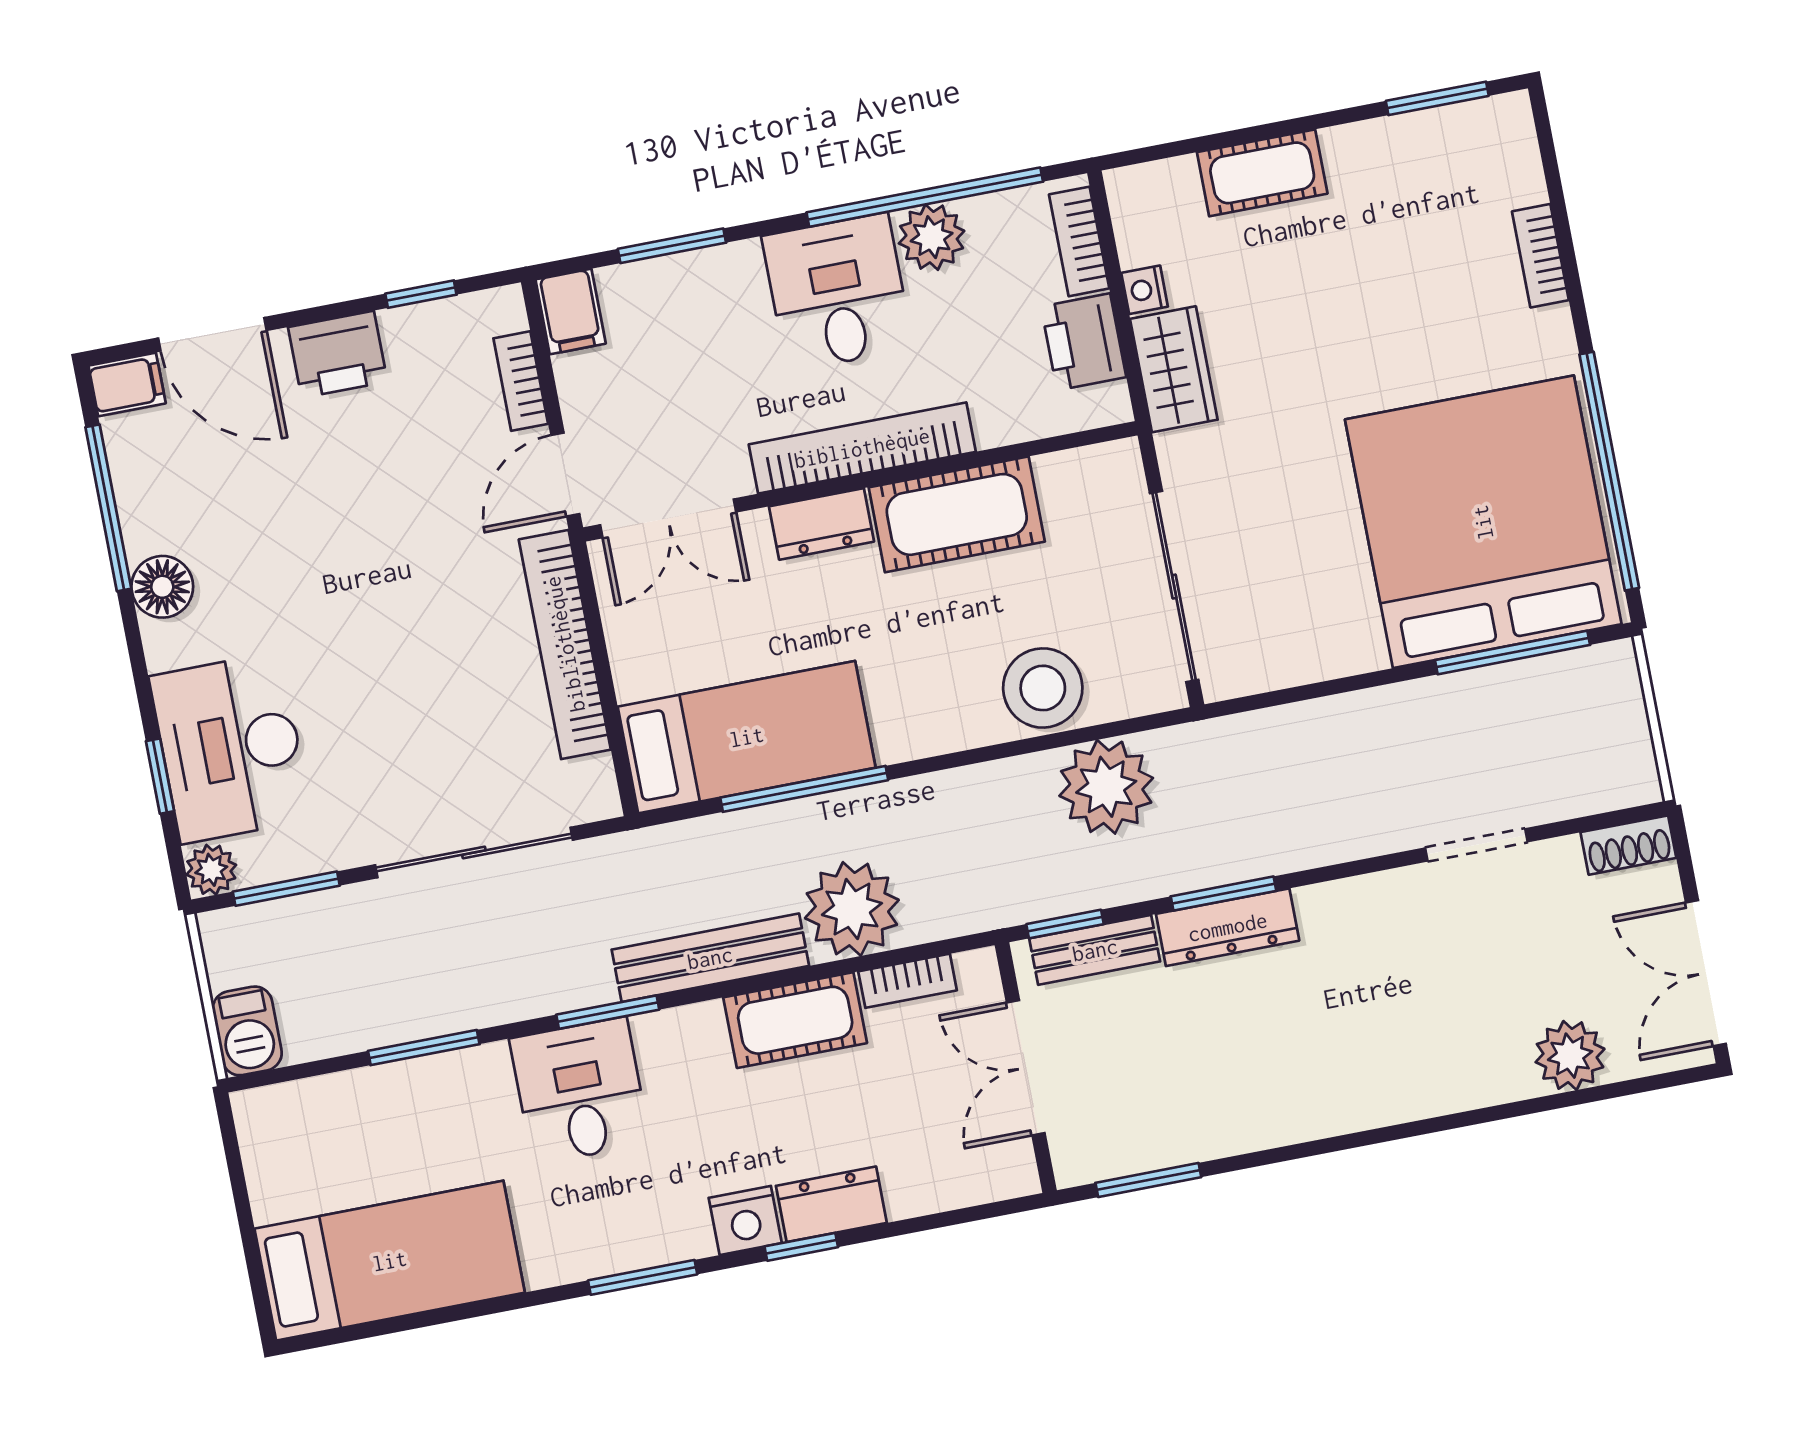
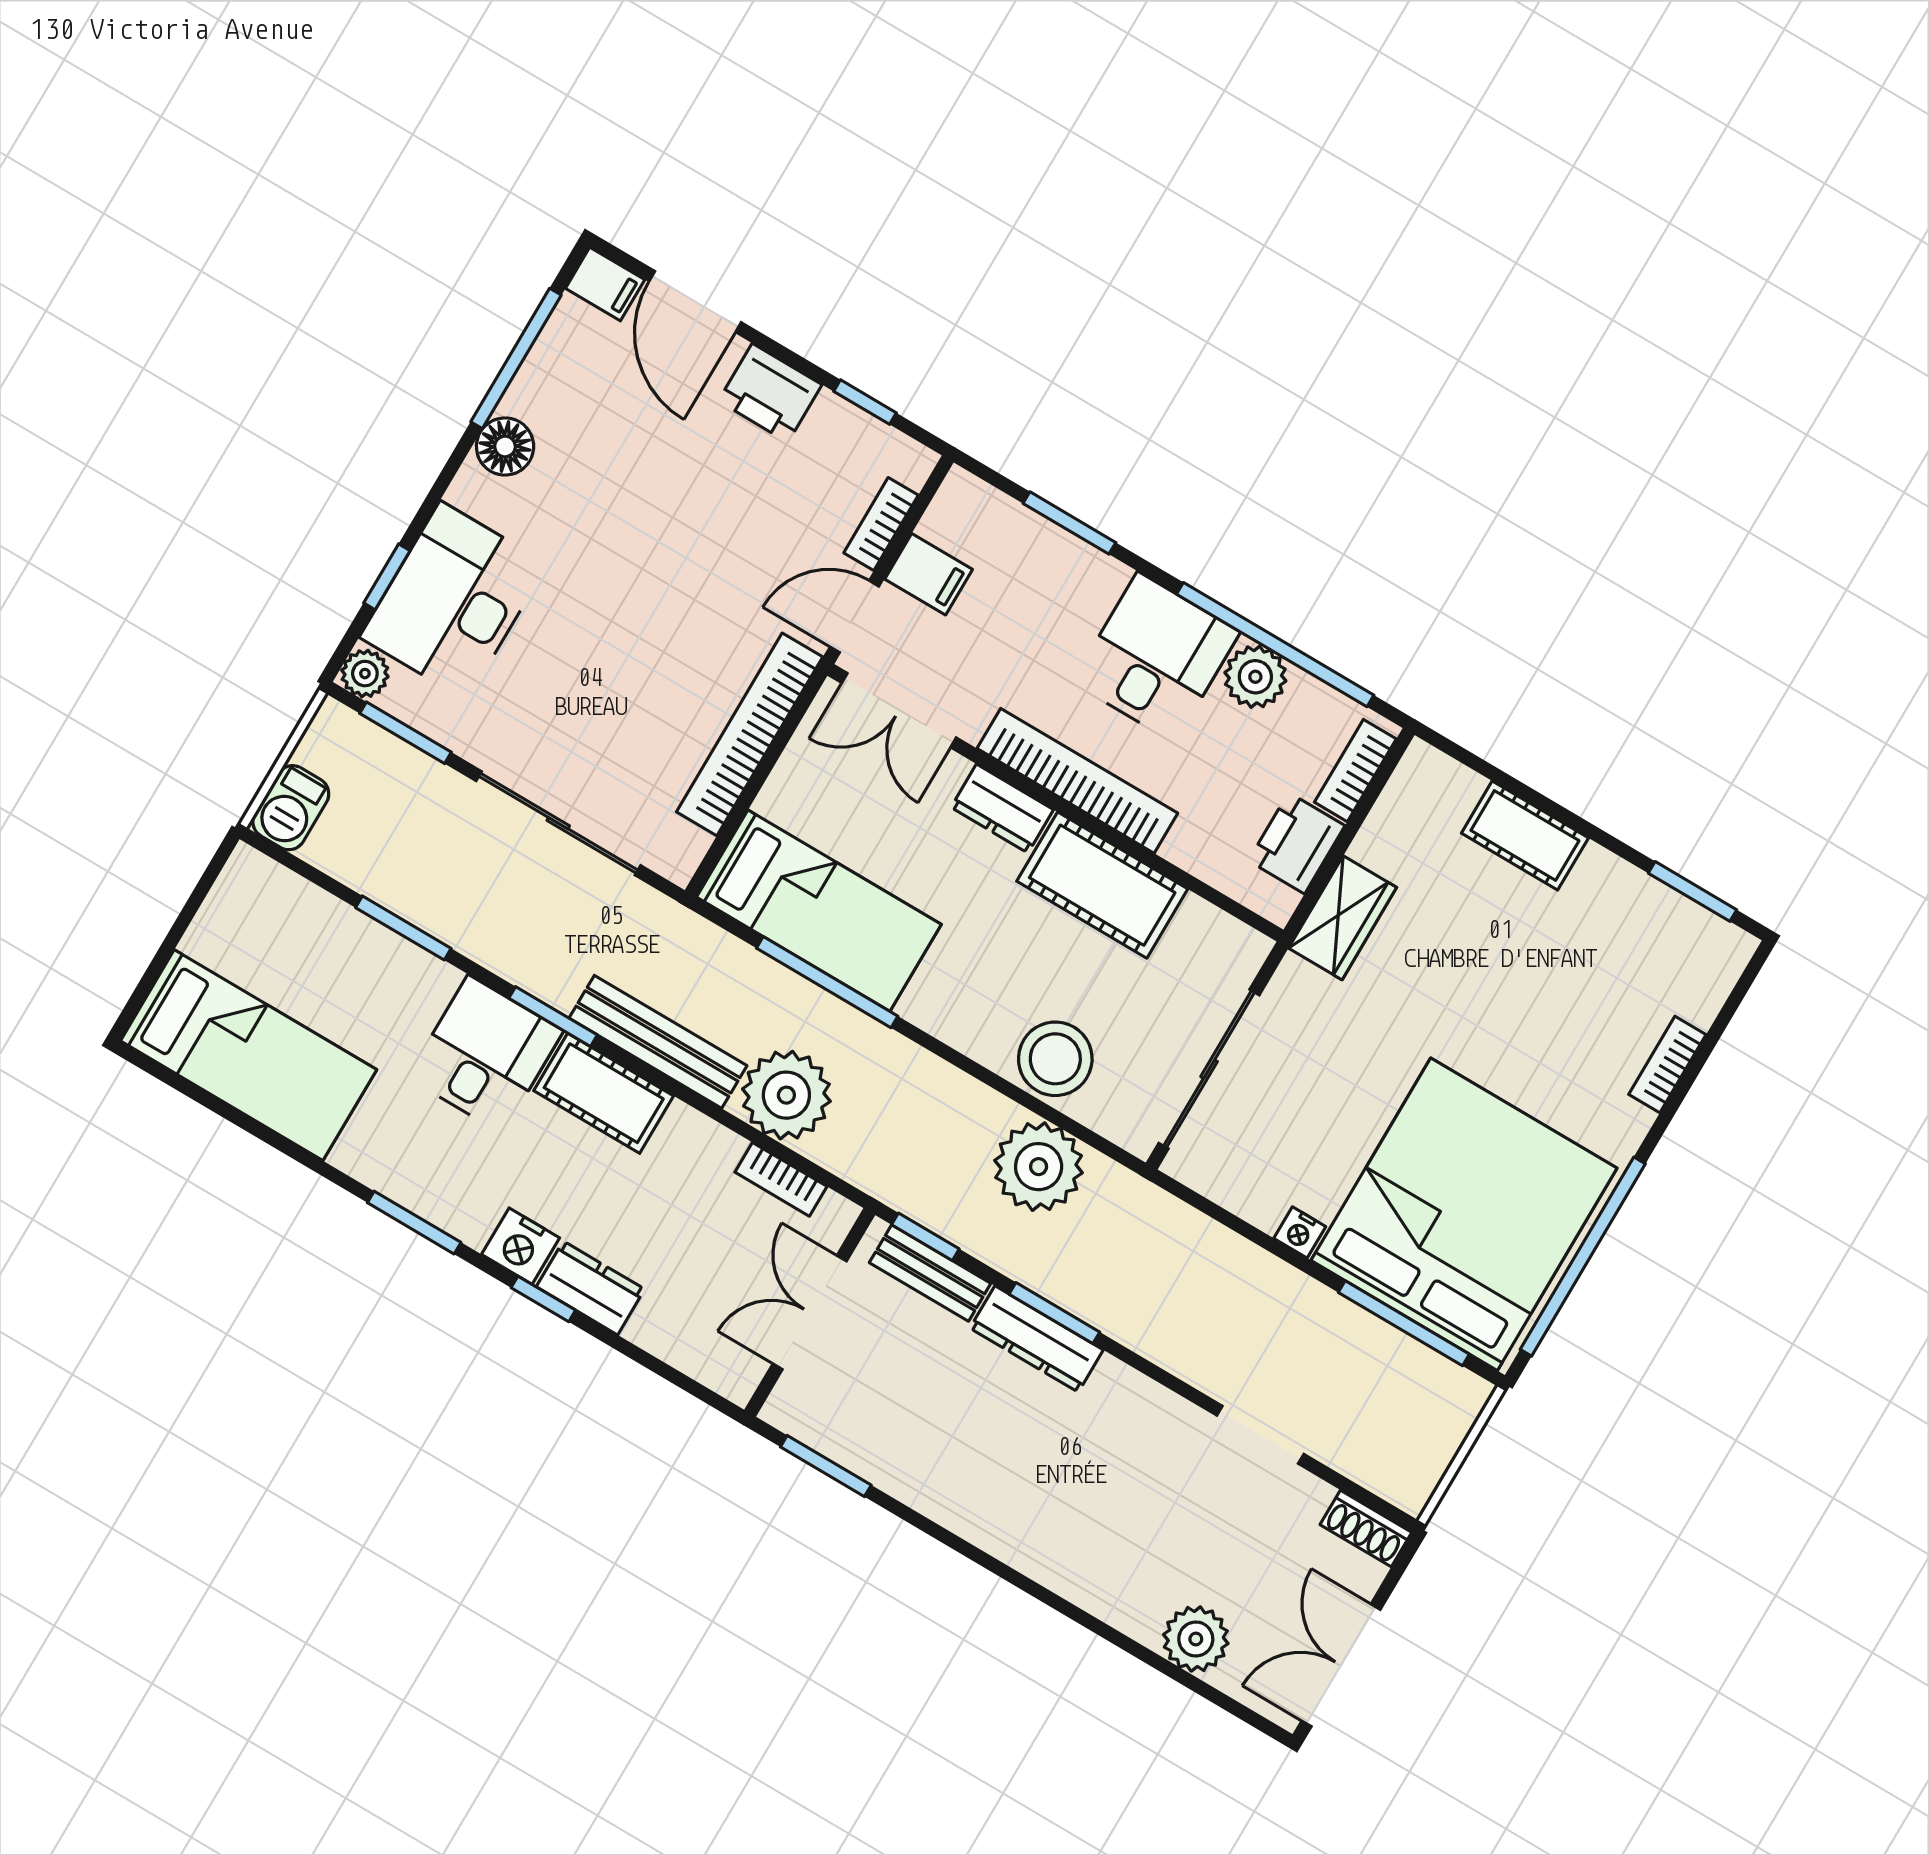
nightstand: (1145, 290) -> (1300, 1232), moved, turned -90
filing cabinet: (571, 312) -> (929, 574), moved, turned -90
cot: (795, 1020) -> (604, 1093), moved

